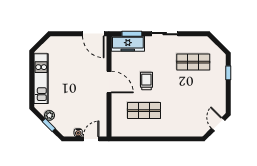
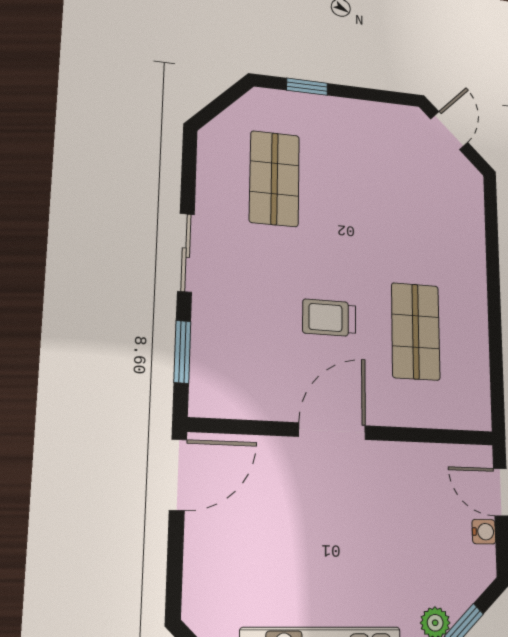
freezer: (128, 44) -> (214, 366), removed
door: (218, 124) -> (449, 131), swing flipped

